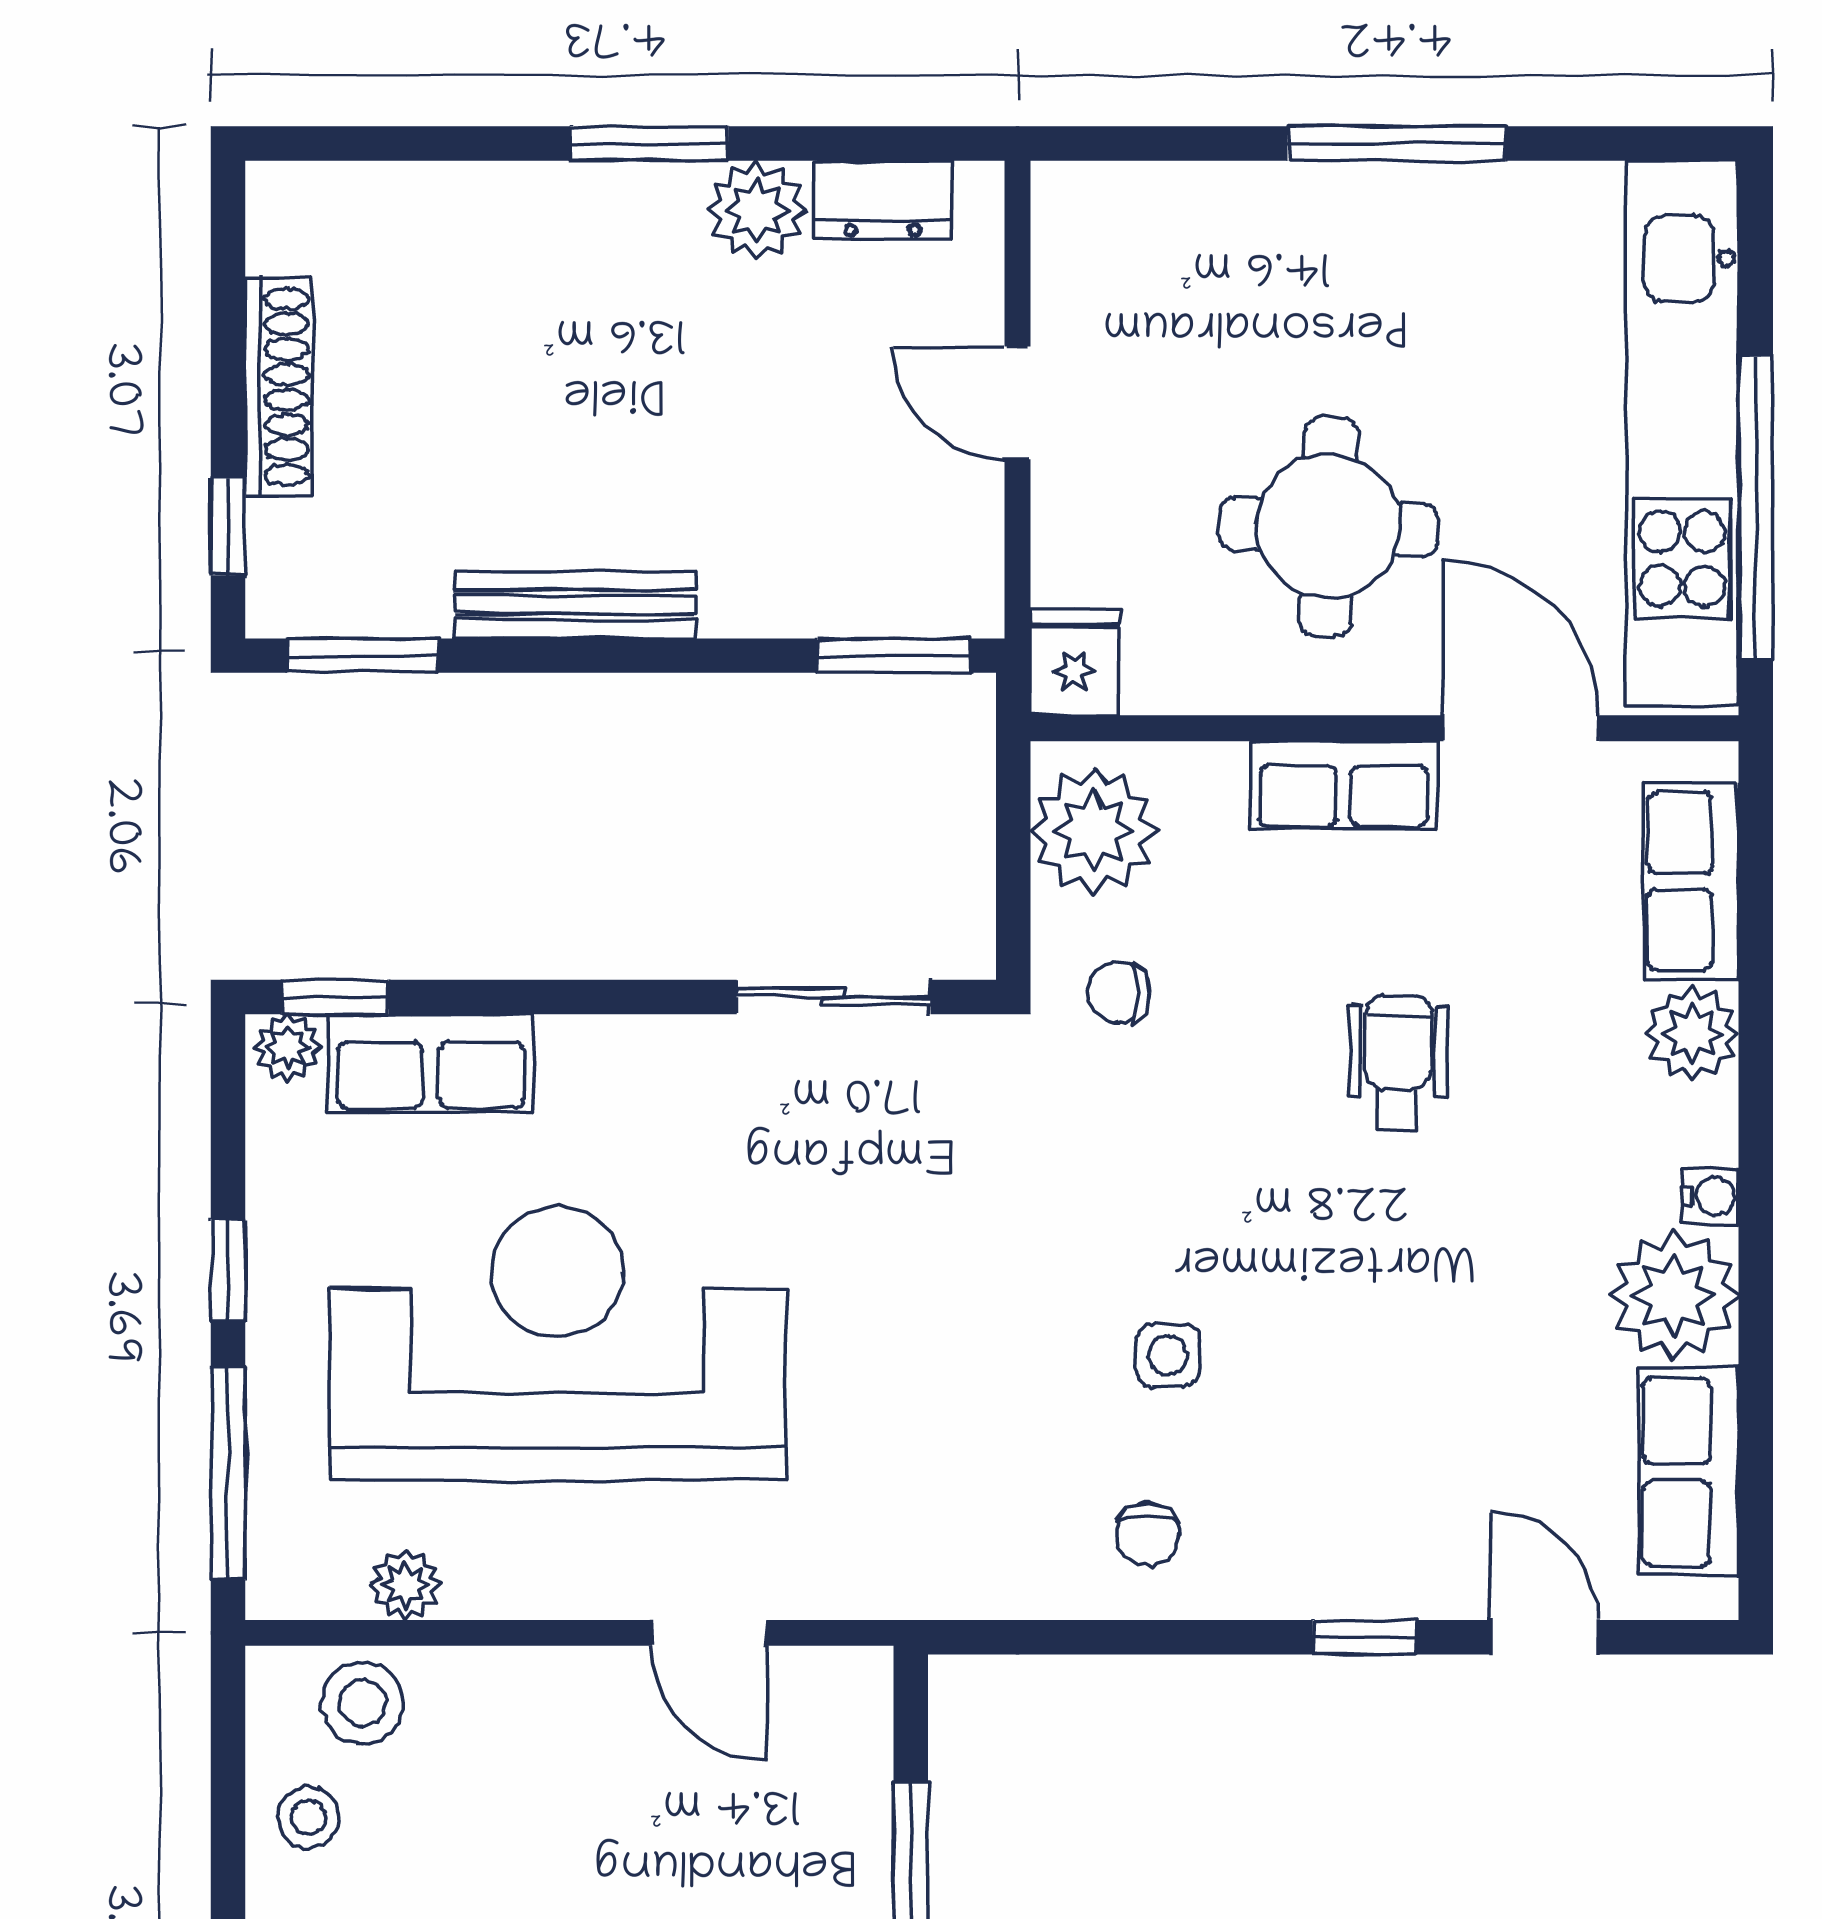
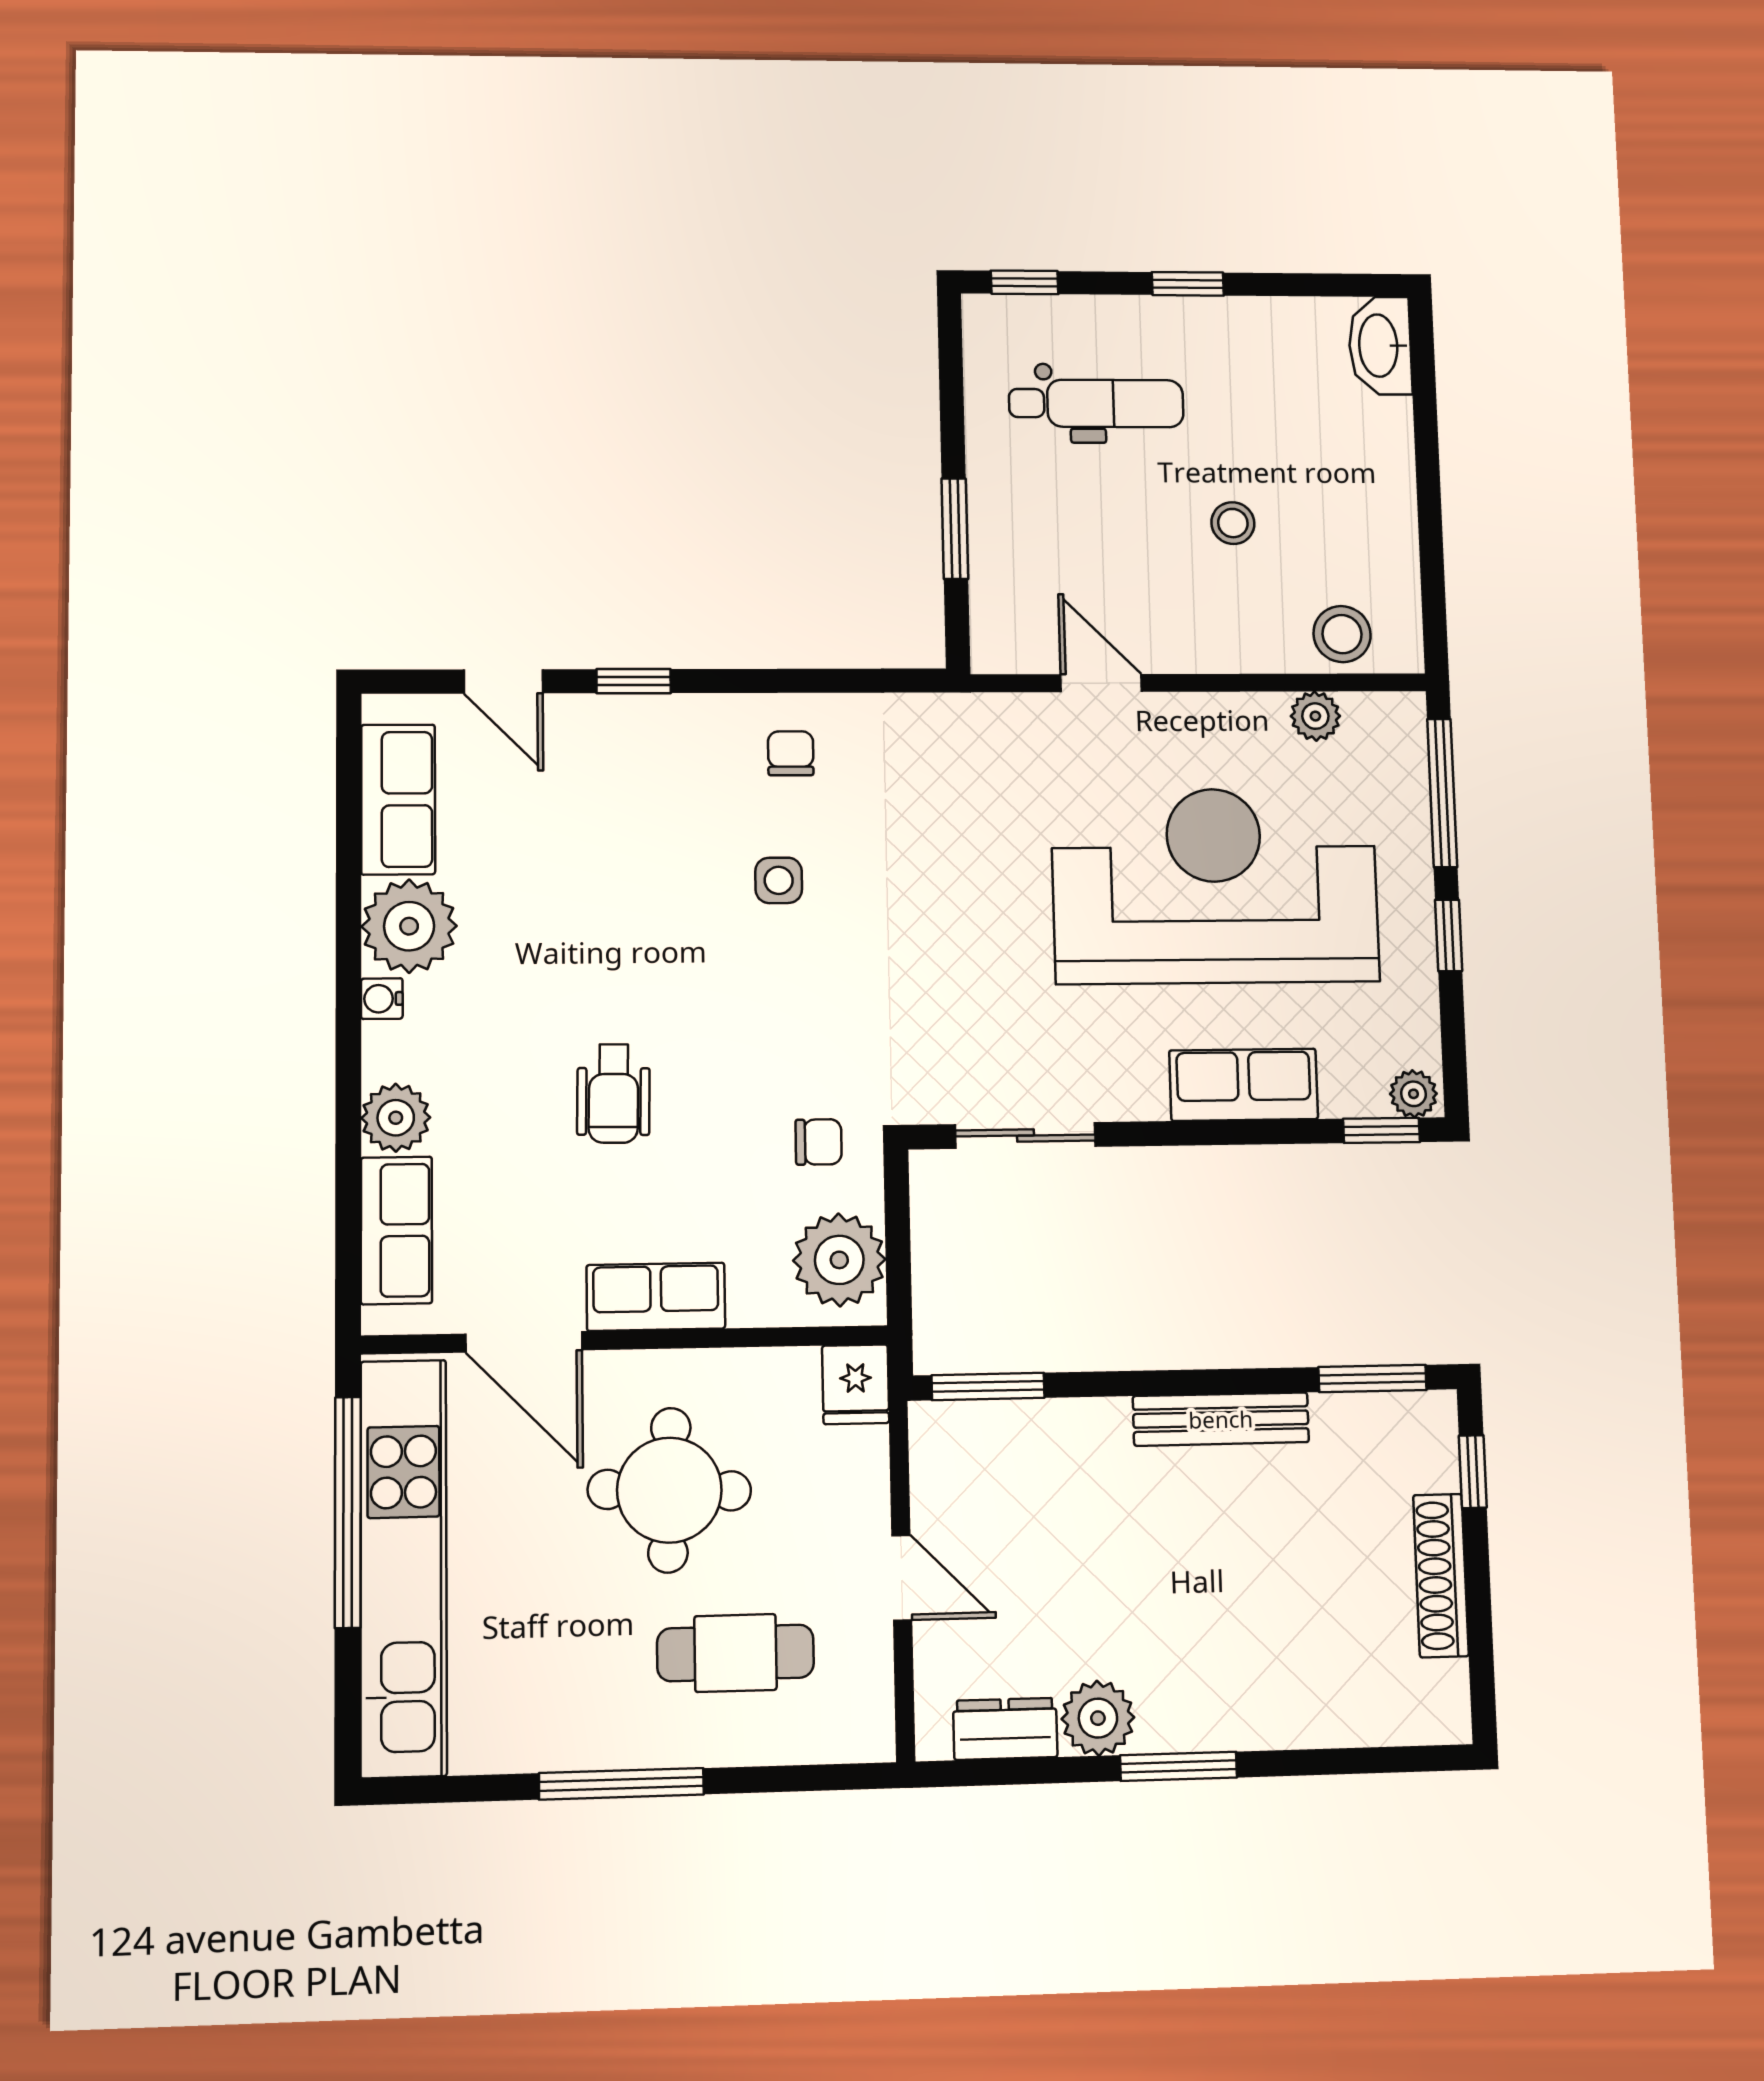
cafe table: (1243, 310) -> (735, 1653), added
row of seats: (431, 1063) -> (1244, 1085), moved
reception desk: (557, 1343) -> (1215, 886), turned 180
stool: (308, 1817) -> (1233, 523), moved

